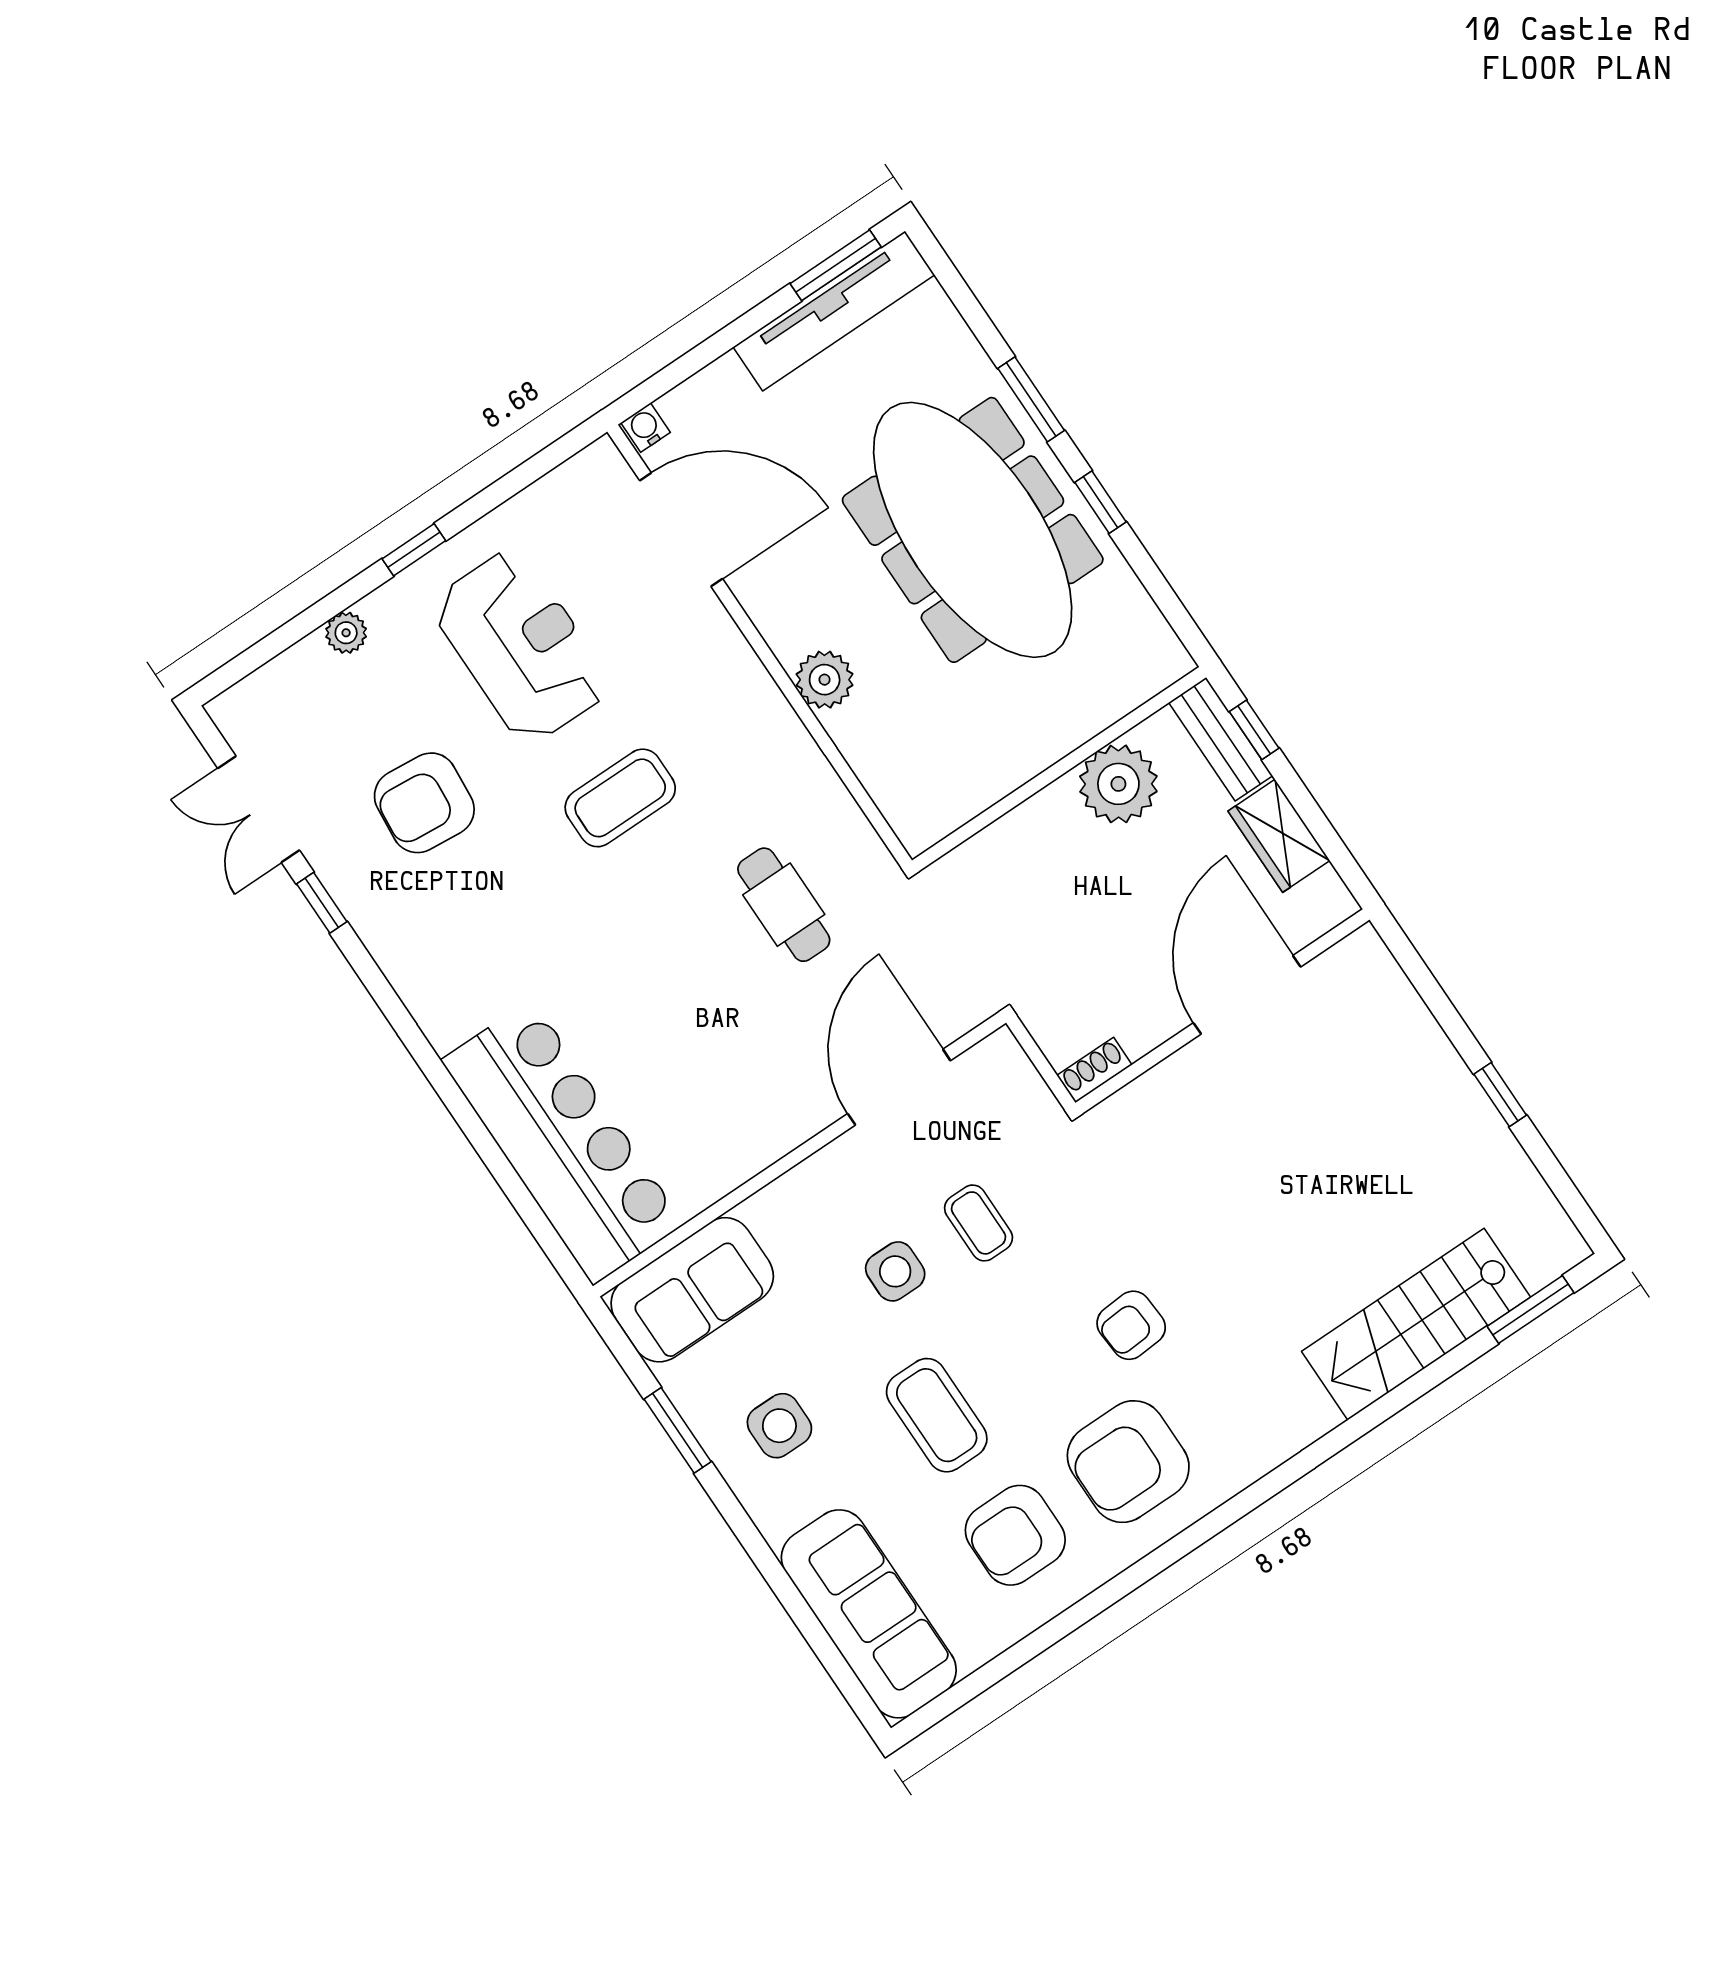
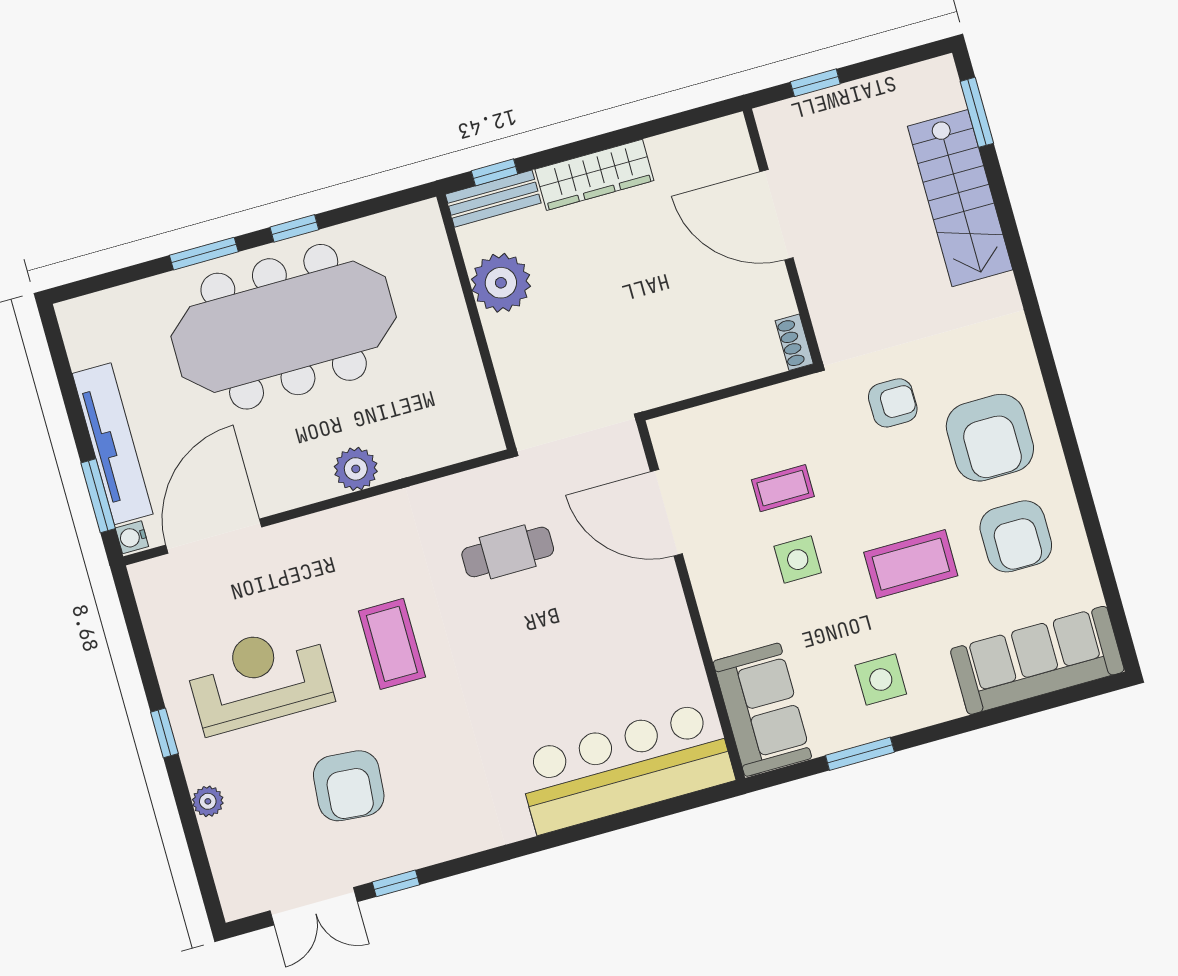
window: (836, 265) -> (98, 496), moved
tv unit: (834, 311) -> (113, 444), moved
wardrobe: (1279, 836) -> (594, 175), width x1.50
door: (1247, 995) -> (777, 215), moved
wall: (1223, 1011) -> (783, 236), moved
shoe rack: (1094, 1070) -> (794, 342), moved
armchair: (1131, 1325) -> (893, 403), turned -86

